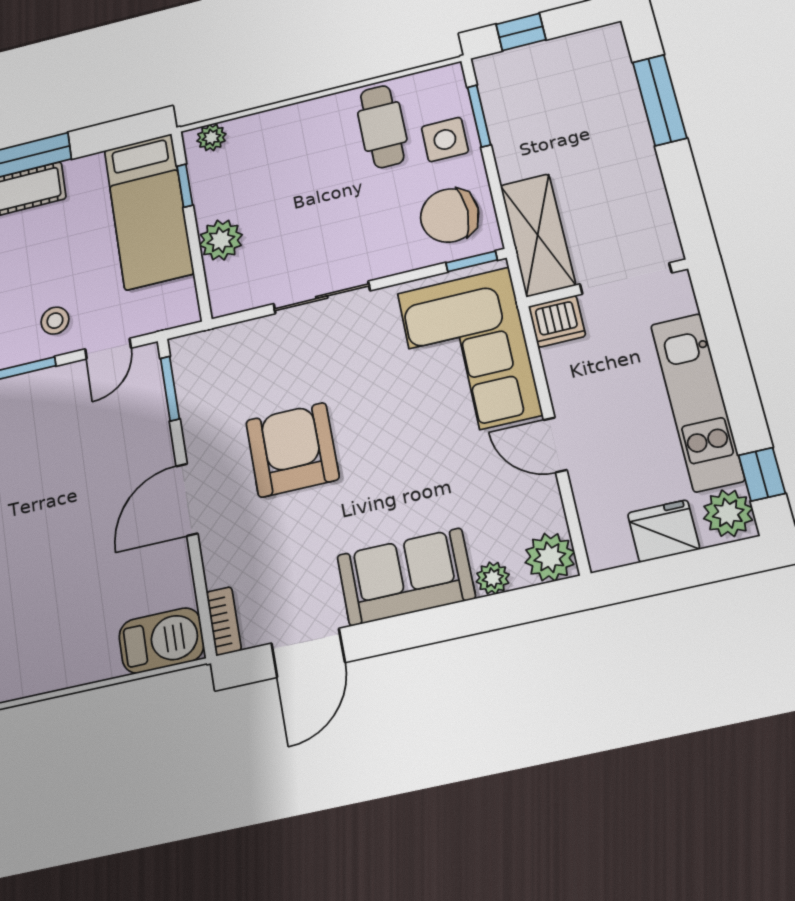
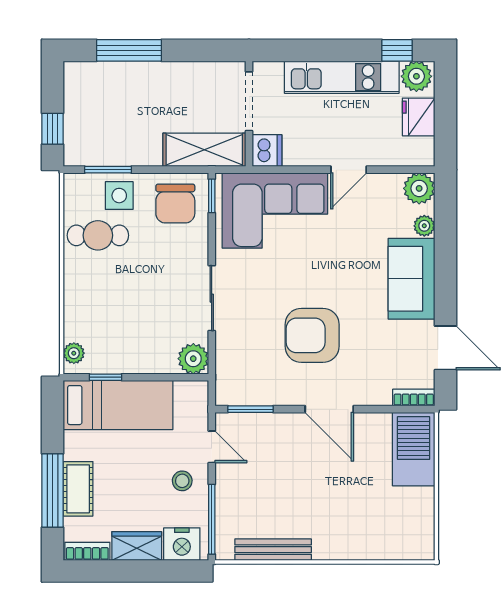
plant: (221, 240) -> (193, 359), moved
barbecue: (161, 640) -> (414, 449), width x1.37, depth x1.21

